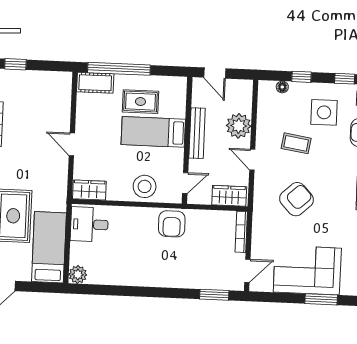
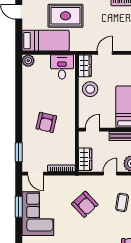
door: (72, 144) -> (105, 53), moved
door: (185, 183) -> (92, 130), swing flipped
stool: (145, 186) -> (90, 89), moved
armchair: (172, 224) -> (46, 122), moved, turned -77
window: (321, 299) -> (19, 207), moved

